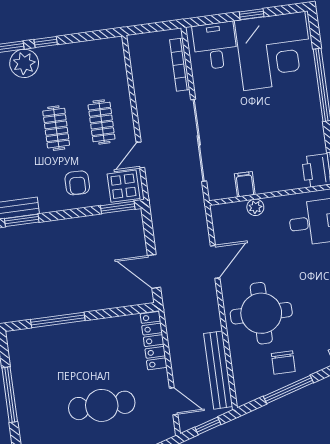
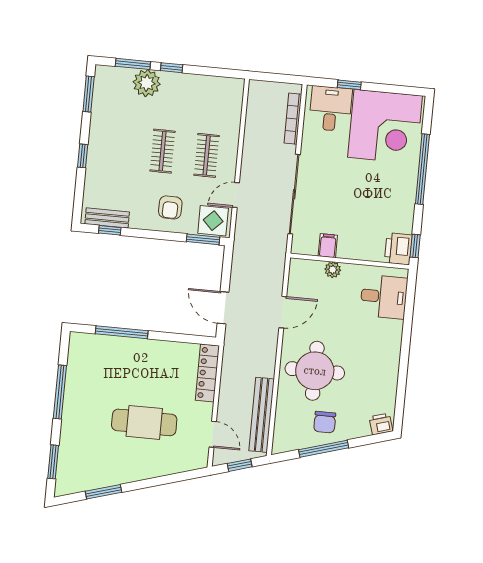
window: (252, 14) -> (349, 85), moved
window: (22, 220) -> (110, 230), width x0.67

